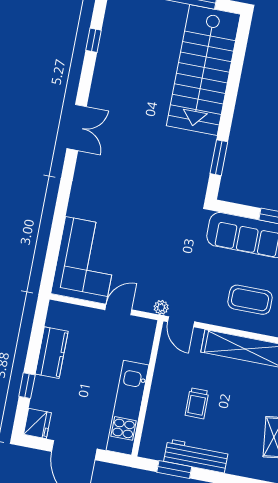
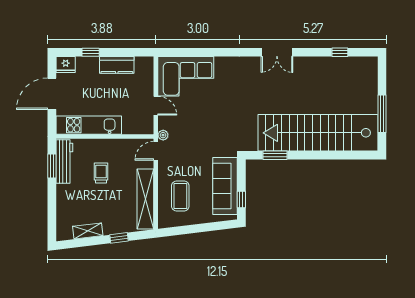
stairs: (203, 70) -> (318, 133), width x1.36
trolley: (197, 403) -> (101, 173), turned 90
workbench: (196, 456) -> (64, 162), moved

